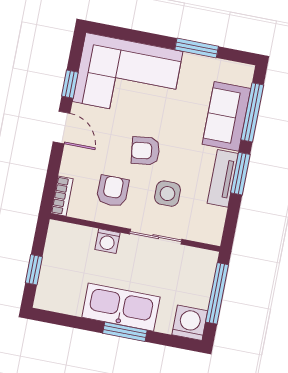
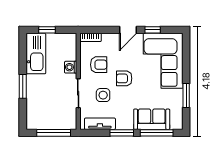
armchair: (145, 151) -> (124, 78), turned -83
tv unit: (223, 178) -> (100, 124), moved
kitchen sink: (121, 307) -> (36, 54), moved
washing machine: (190, 323) -> (35, 121), removed

